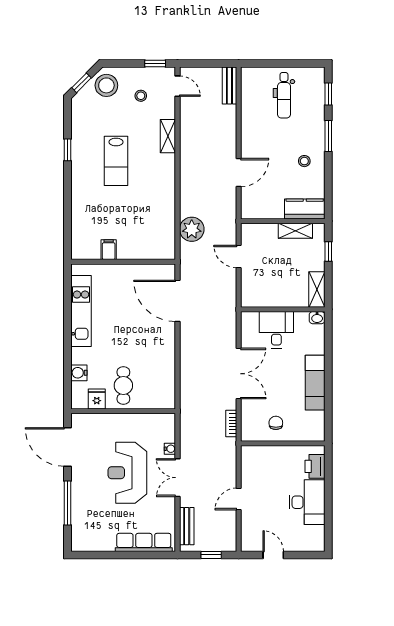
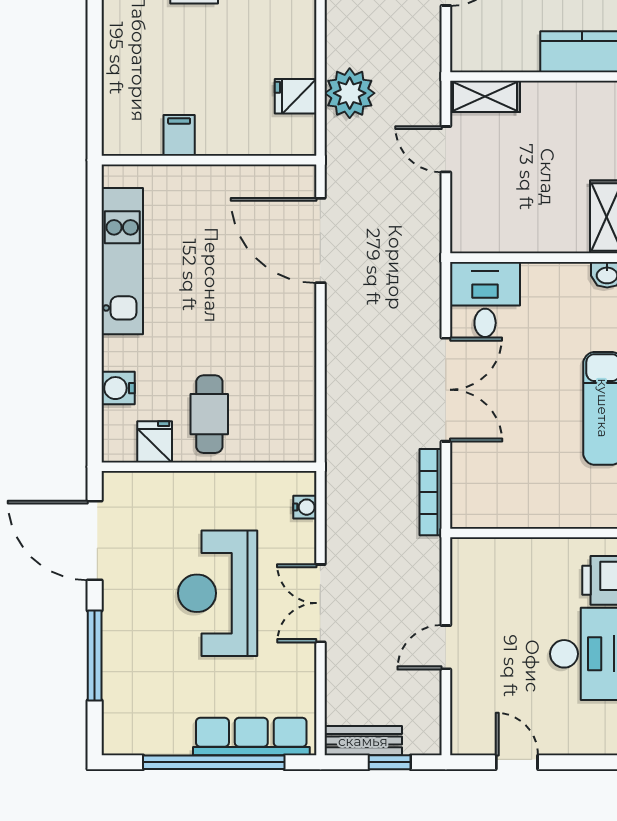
fridge: (165, 231) -> (296, 96), added
shelving: (295, 231) -> (485, 96), moved
desk: (276, 330) -> (485, 300), moved
bookcase: (231, 423) -> (431, 492), width x1.56
chair: (276, 423) -> (522, 491), removed
water cooler: (170, 449) -> (305, 507), moved
bench: (187, 526) -> (363, 741), moved, turned 90
window: (126, 555) -> (214, 762), added

